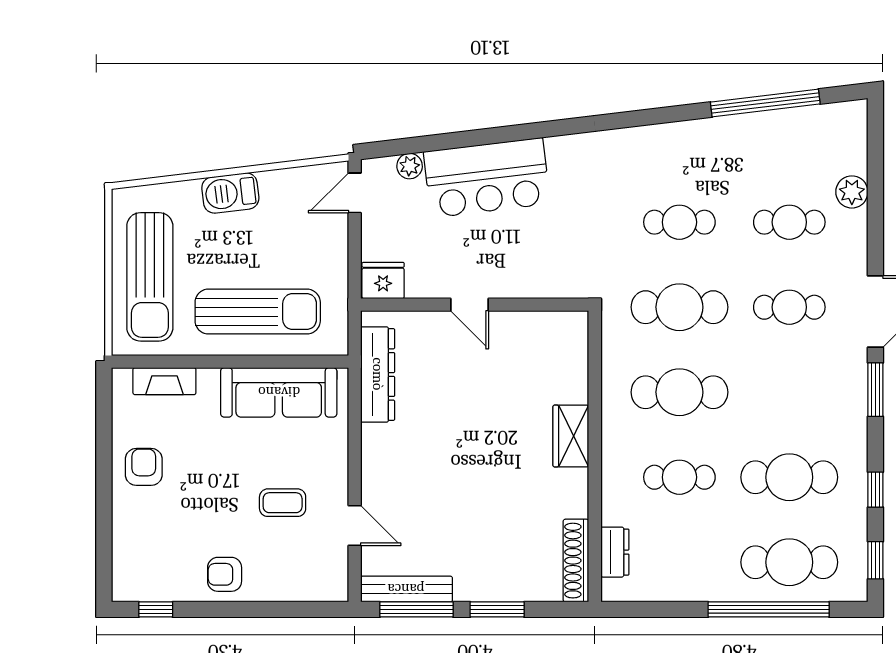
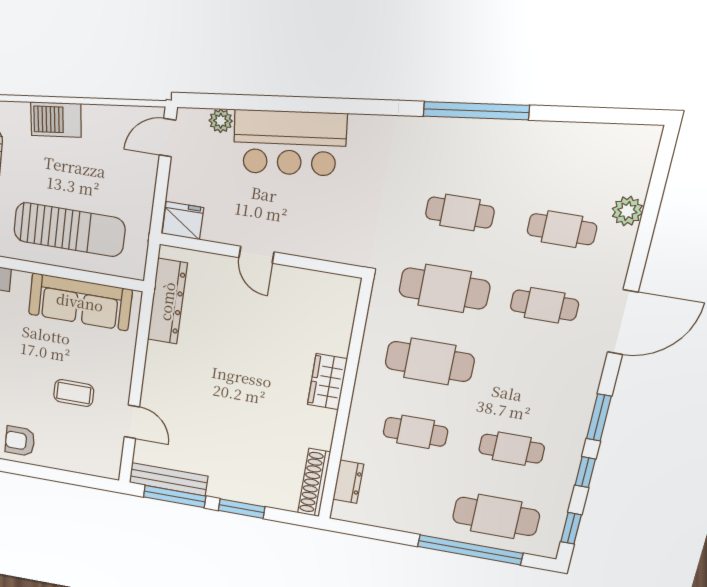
window: (765, 103) -> (476, 111), moved
window: (875, 390) -> (599, 417), moved
cafe table: (789, 477) -> (512, 449), width x0.73, depth x0.74

